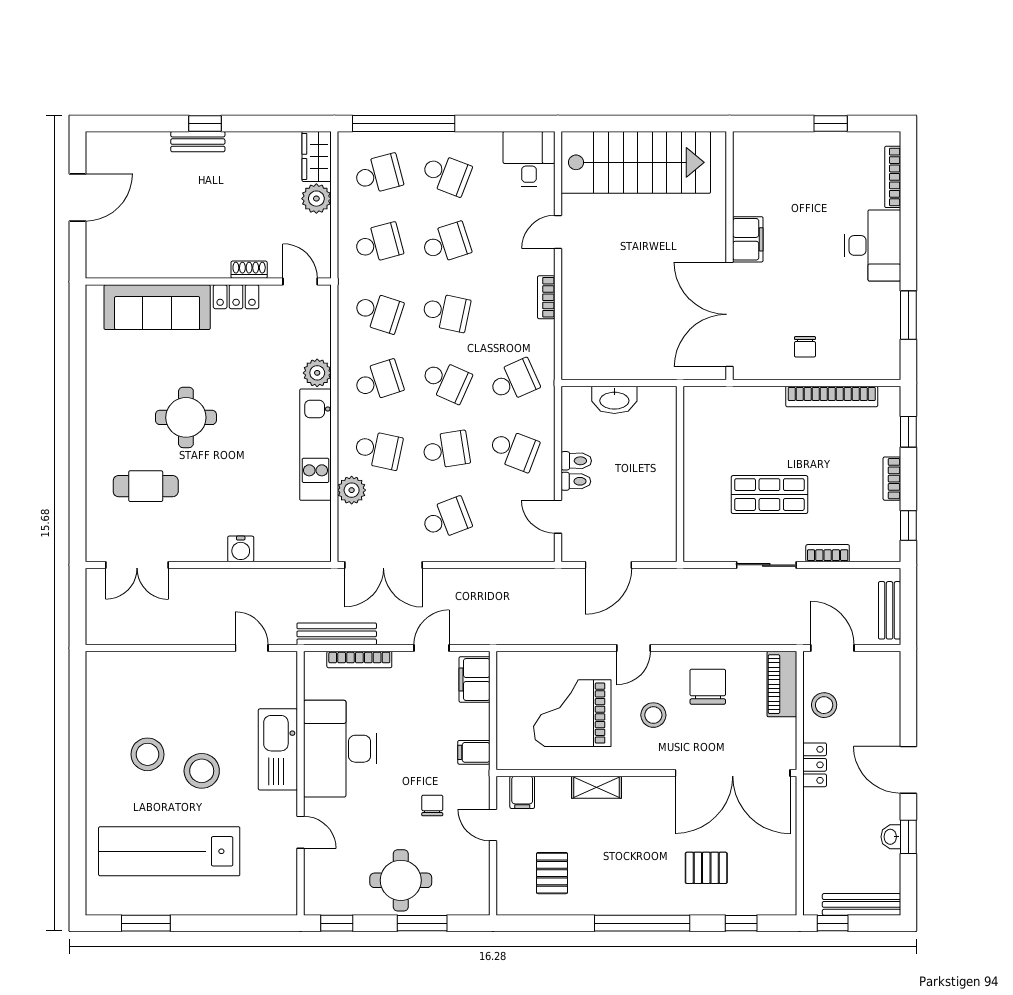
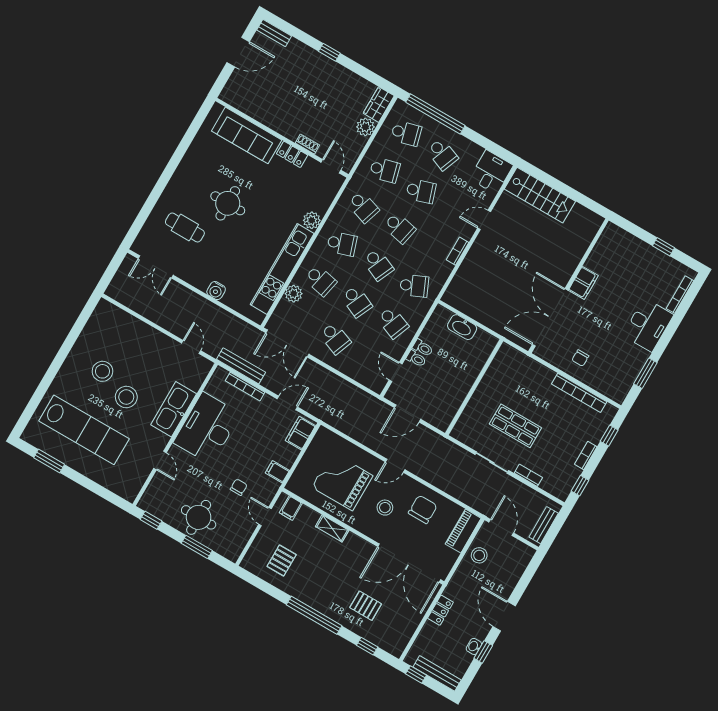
bench: (198, 142) -> (274, 33), moved
stairs: (636, 162) -> (540, 195), width x0.73, depth x0.66
kitchen unit: (316, 445) -> (282, 269), width x1.36
school desk: (446, 450) -> (357, 302), turned 33
school desk: (446, 519) -> (335, 338), turned 42
locker: (815, 765) -> (440, 610), moved
lab bench: (169, 851) -> (84, 430), turned 180

